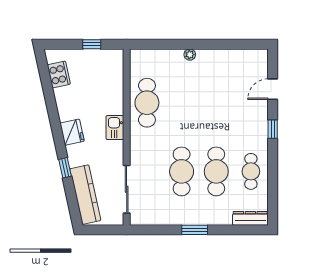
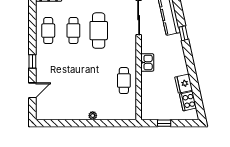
cafe table: (147, 103) -> (124, 81), width x0.73, depth x0.74
fridge: (72, 132) -> (184, 84), moved
cafe table: (216, 171) -> (73, 31), width x0.73, depth x0.74

